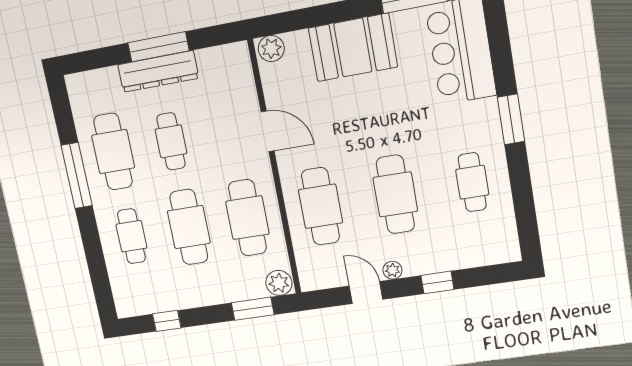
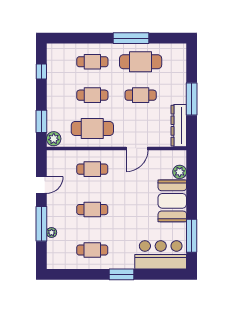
plant: (271, 49) -> (180, 172), moved
dresser: (158, 71) -> (179, 126), moved
cafe table: (395, 194) -> (92, 210), width x0.73, depth x0.74
cafe table: (321, 206) -> (92, 169), width x0.73, depth x0.74
cafe table: (189, 227) -> (92, 95), width x0.73, depth x0.74
plant: (392, 270) -> (52, 233), moved
window: (437, 282) -> (41, 224), width x2.17

